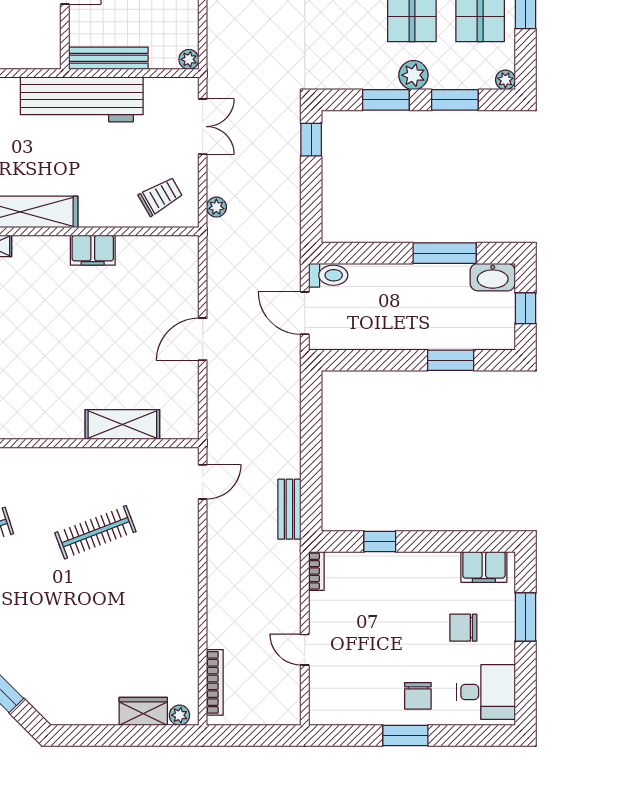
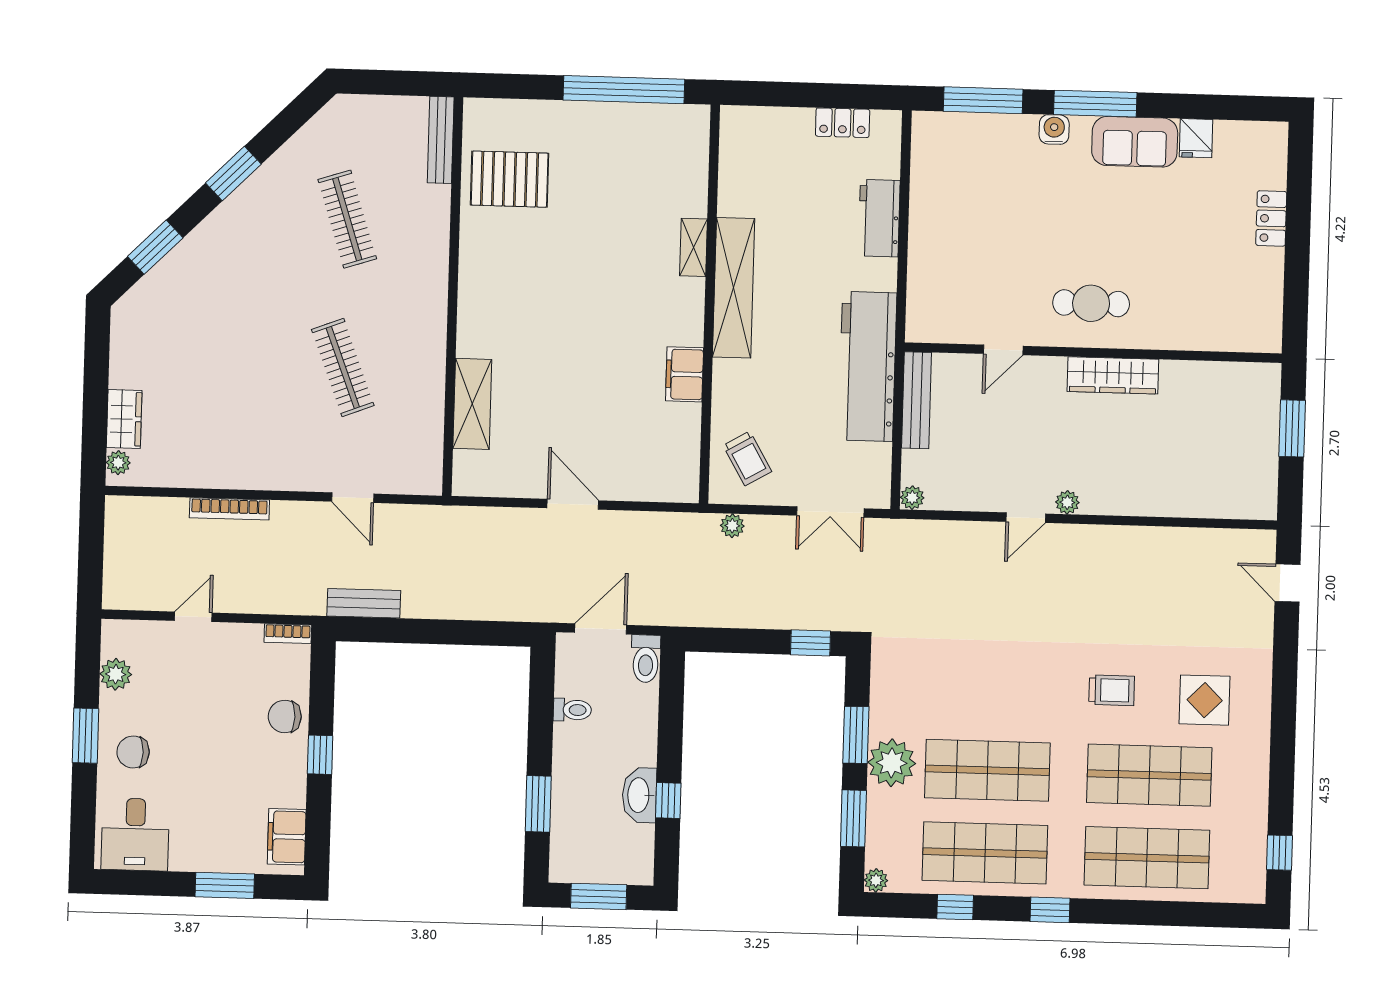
plant: (413, 75) -> (892, 763), width x1.36, depth x1.36
window: (445, 253) -> (668, 801), width x0.46
washbasin: (493, 277) -> (639, 795), moved
window: (526, 308) -> (599, 896), width x1.50
toilet: (372, 335) -> (572, 710), added
door: (203, 482) -> (353, 498), moved
window: (380, 542) -> (320, 755), moved
chair: (463, 628) -> (285, 716), moved, turned -90
bookcase: (215, 682) -> (229, 509), moved
plant: (354, 712) -> (116, 674), added

